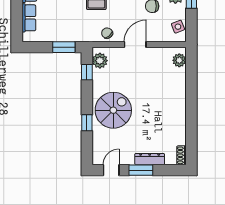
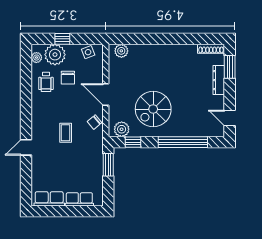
spiral stairs: (113, 110) -> (153, 109), moved, turned -90
window: (87, 123) -> (183, 142), width x3.17
shoe rack: (181, 155) -> (211, 49), width x1.43
window: (141, 170) -> (230, 67), moved

